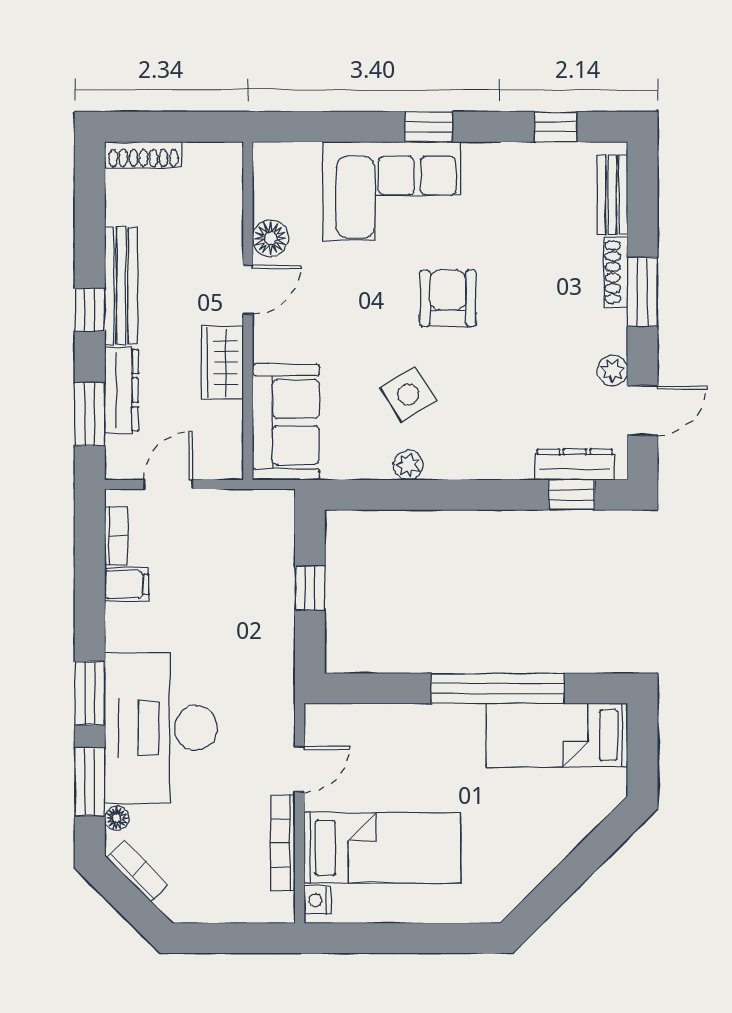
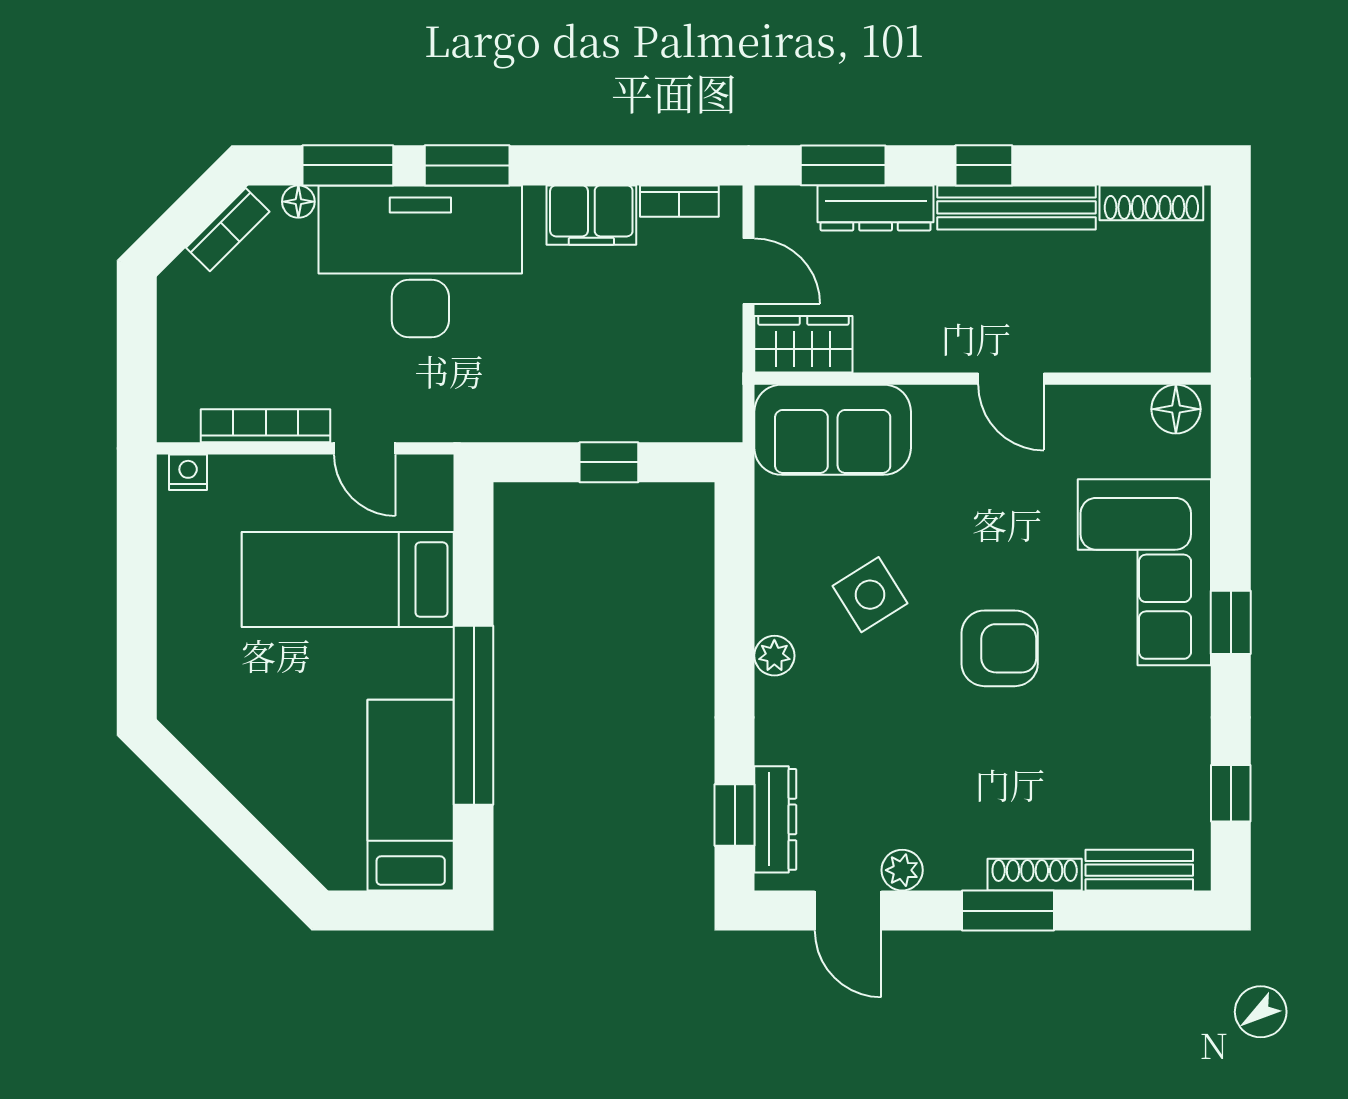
shoe rack: (143, 155) -> (1151, 203), moved, turned -90
floor lamp: (271, 238) -> (1176, 409), moved
wardrobe: (222, 363) -> (803, 344), moved
plant: (408, 465) -> (774, 656), moved
filing cabinet: (127, 584) -> (591, 215), width x2.00
bed: (383, 848) -> (348, 580), moved, turned 90

